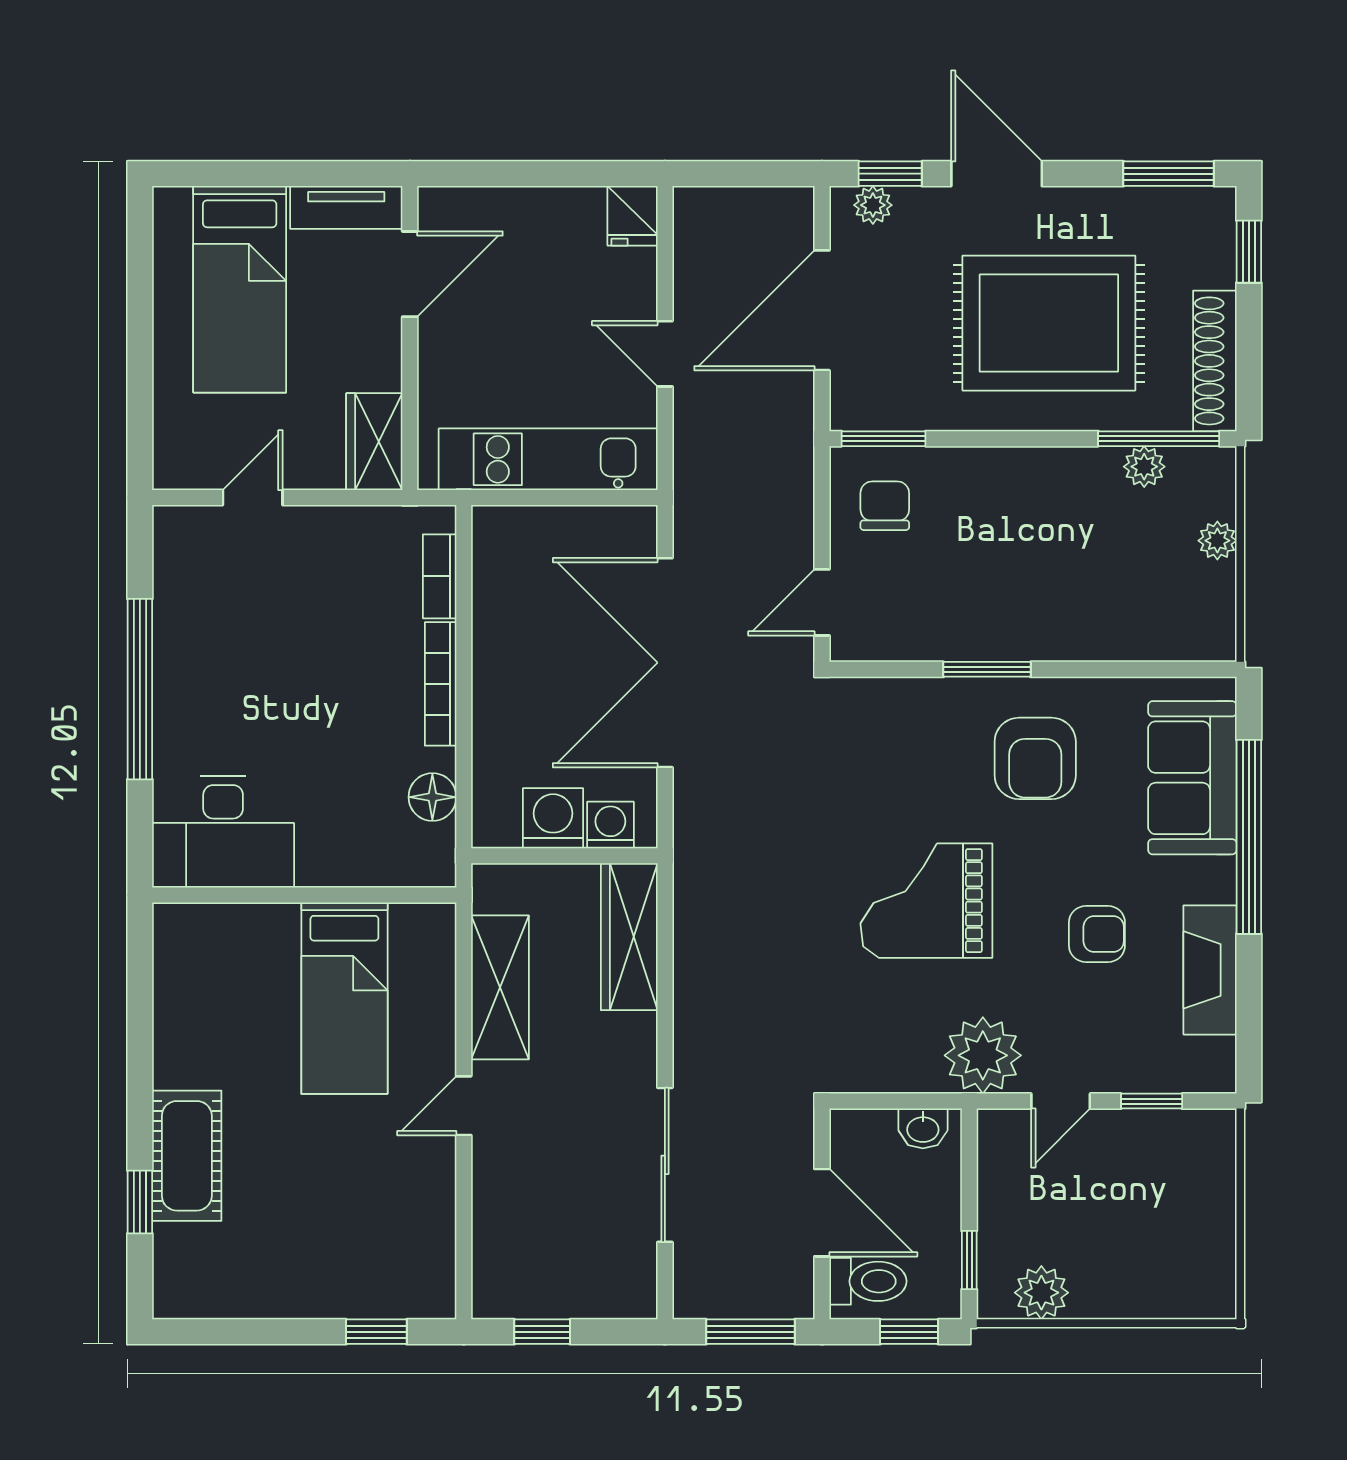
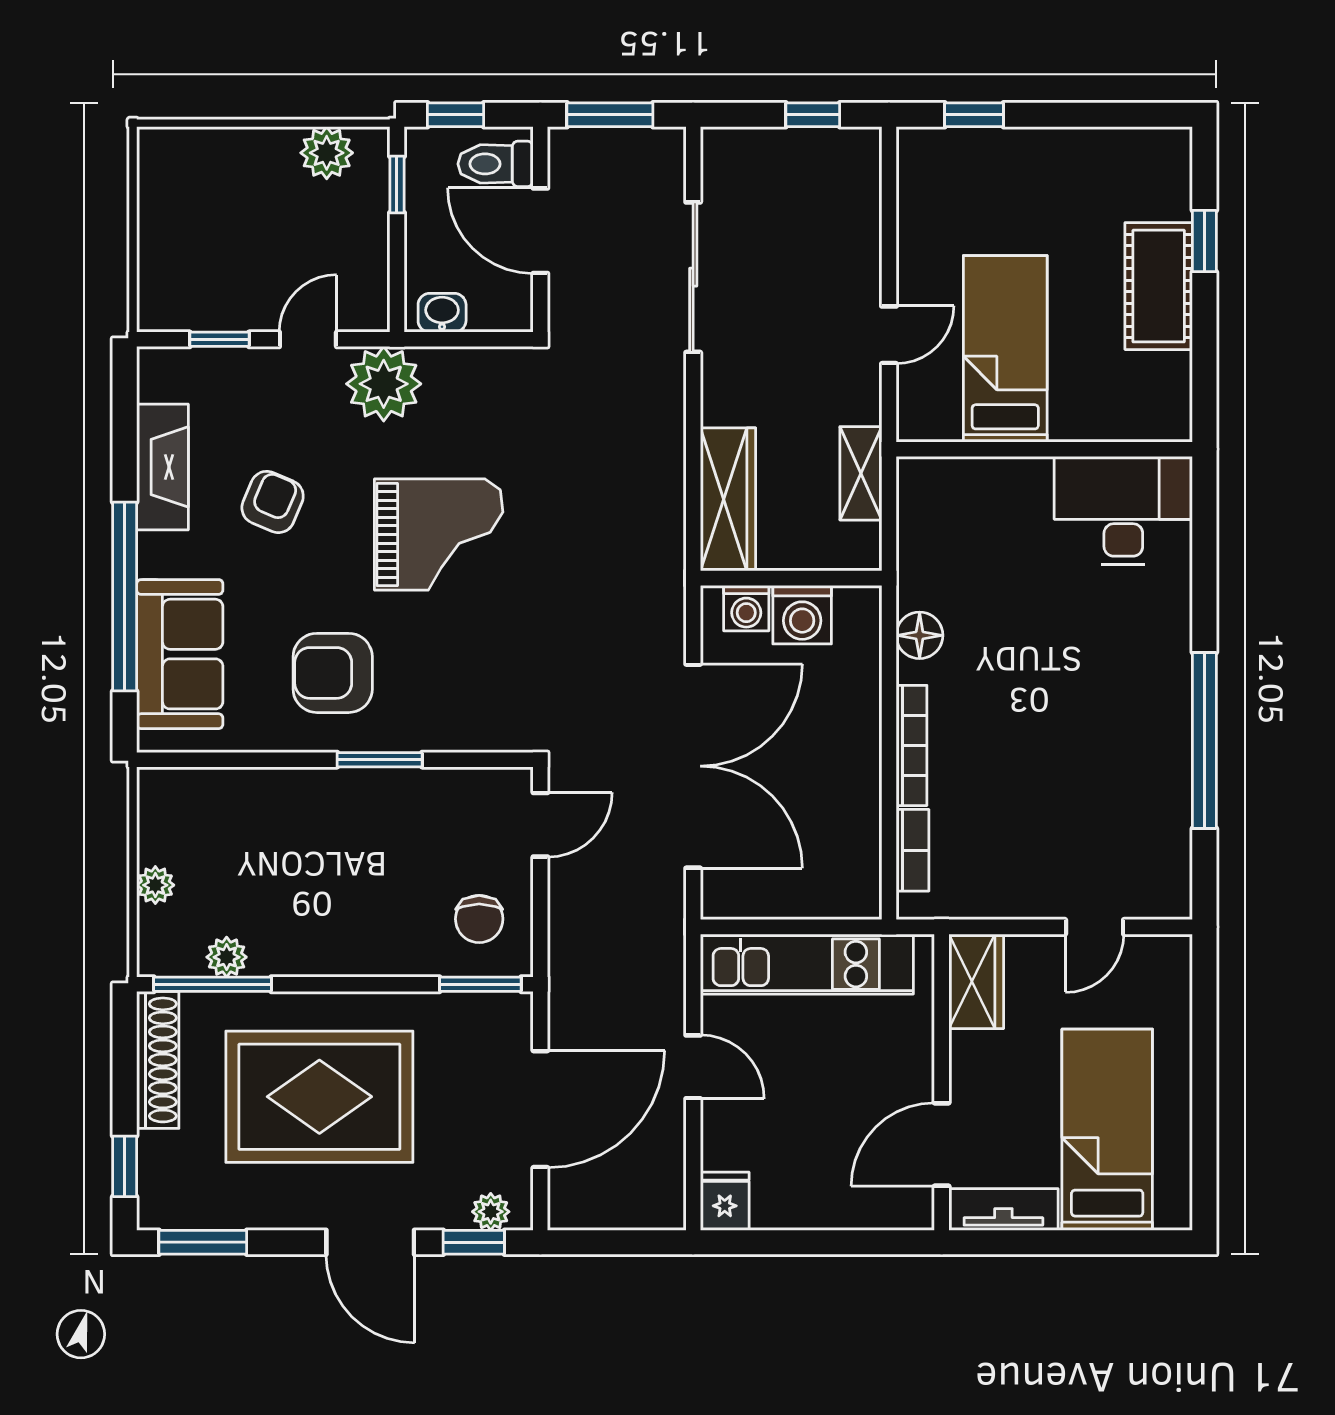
armchair: (1035, 758) -> (333, 673), turned -90
desk: (223, 832) -> (1123, 511), moved
wall: (304, 895) -> (1044, 449), moved
armchair: (1097, 934) -> (273, 502), turned 113
shelving: (500, 987) -> (861, 473), width x0.67, depth x0.75
bed: (344, 998) -> (1005, 349), moved

